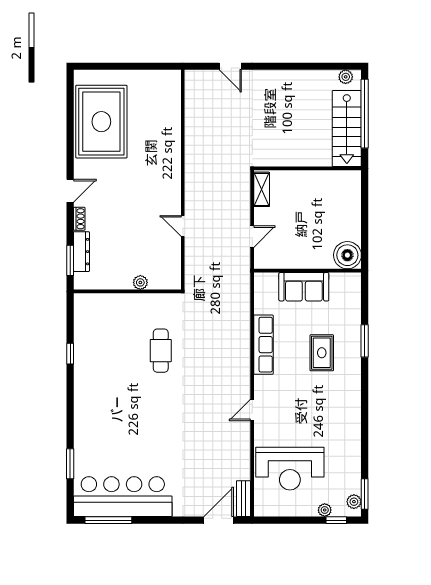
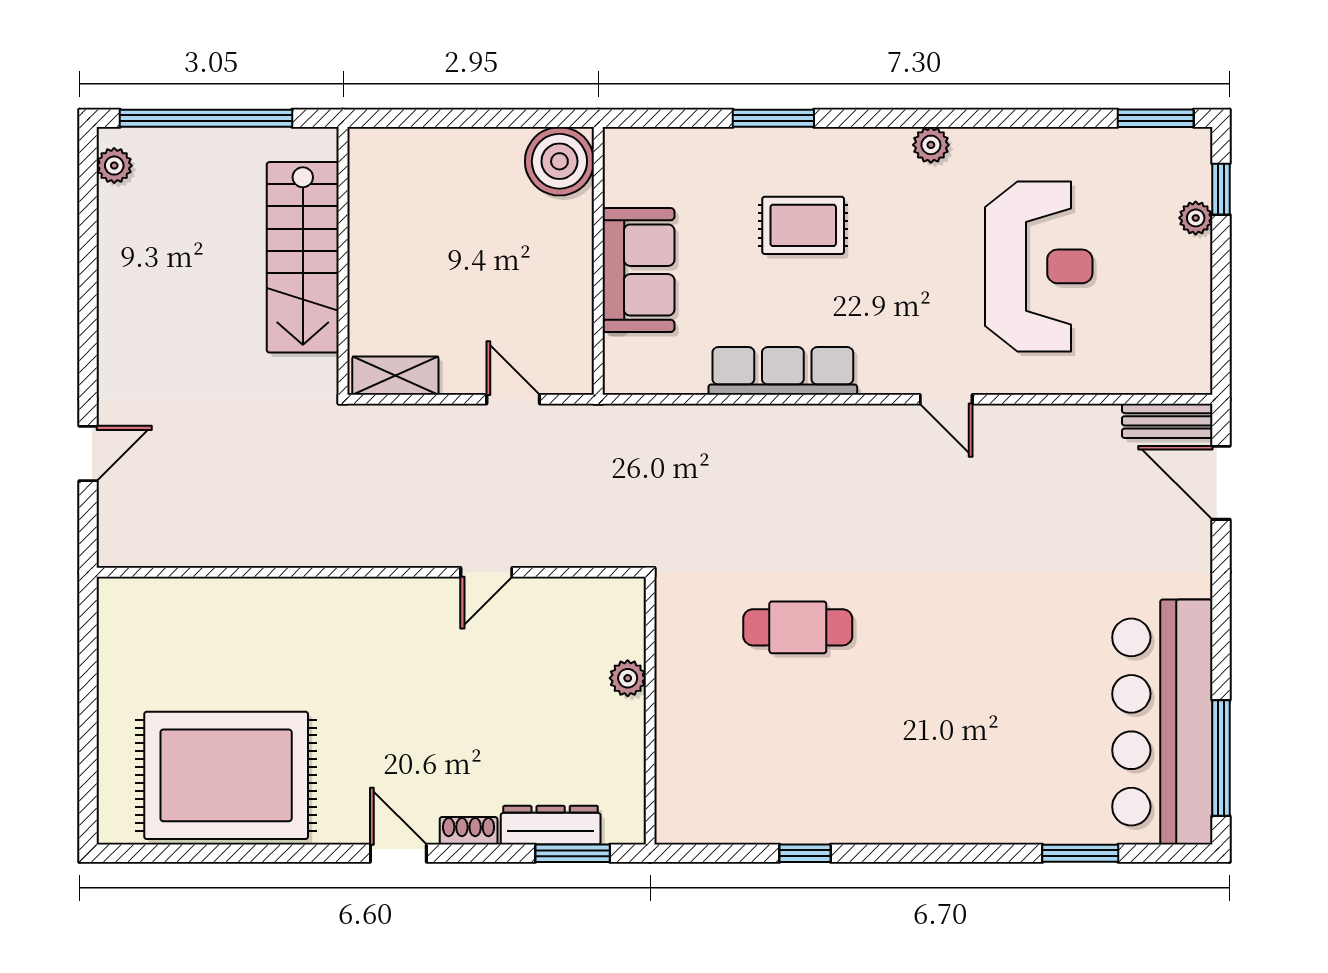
stairs: (347, 129) -> (303, 257), moved, turned 90
reception desk: (290, 469) -> (1039, 266), moved
plant: (354, 502) -> (931, 145), moved

